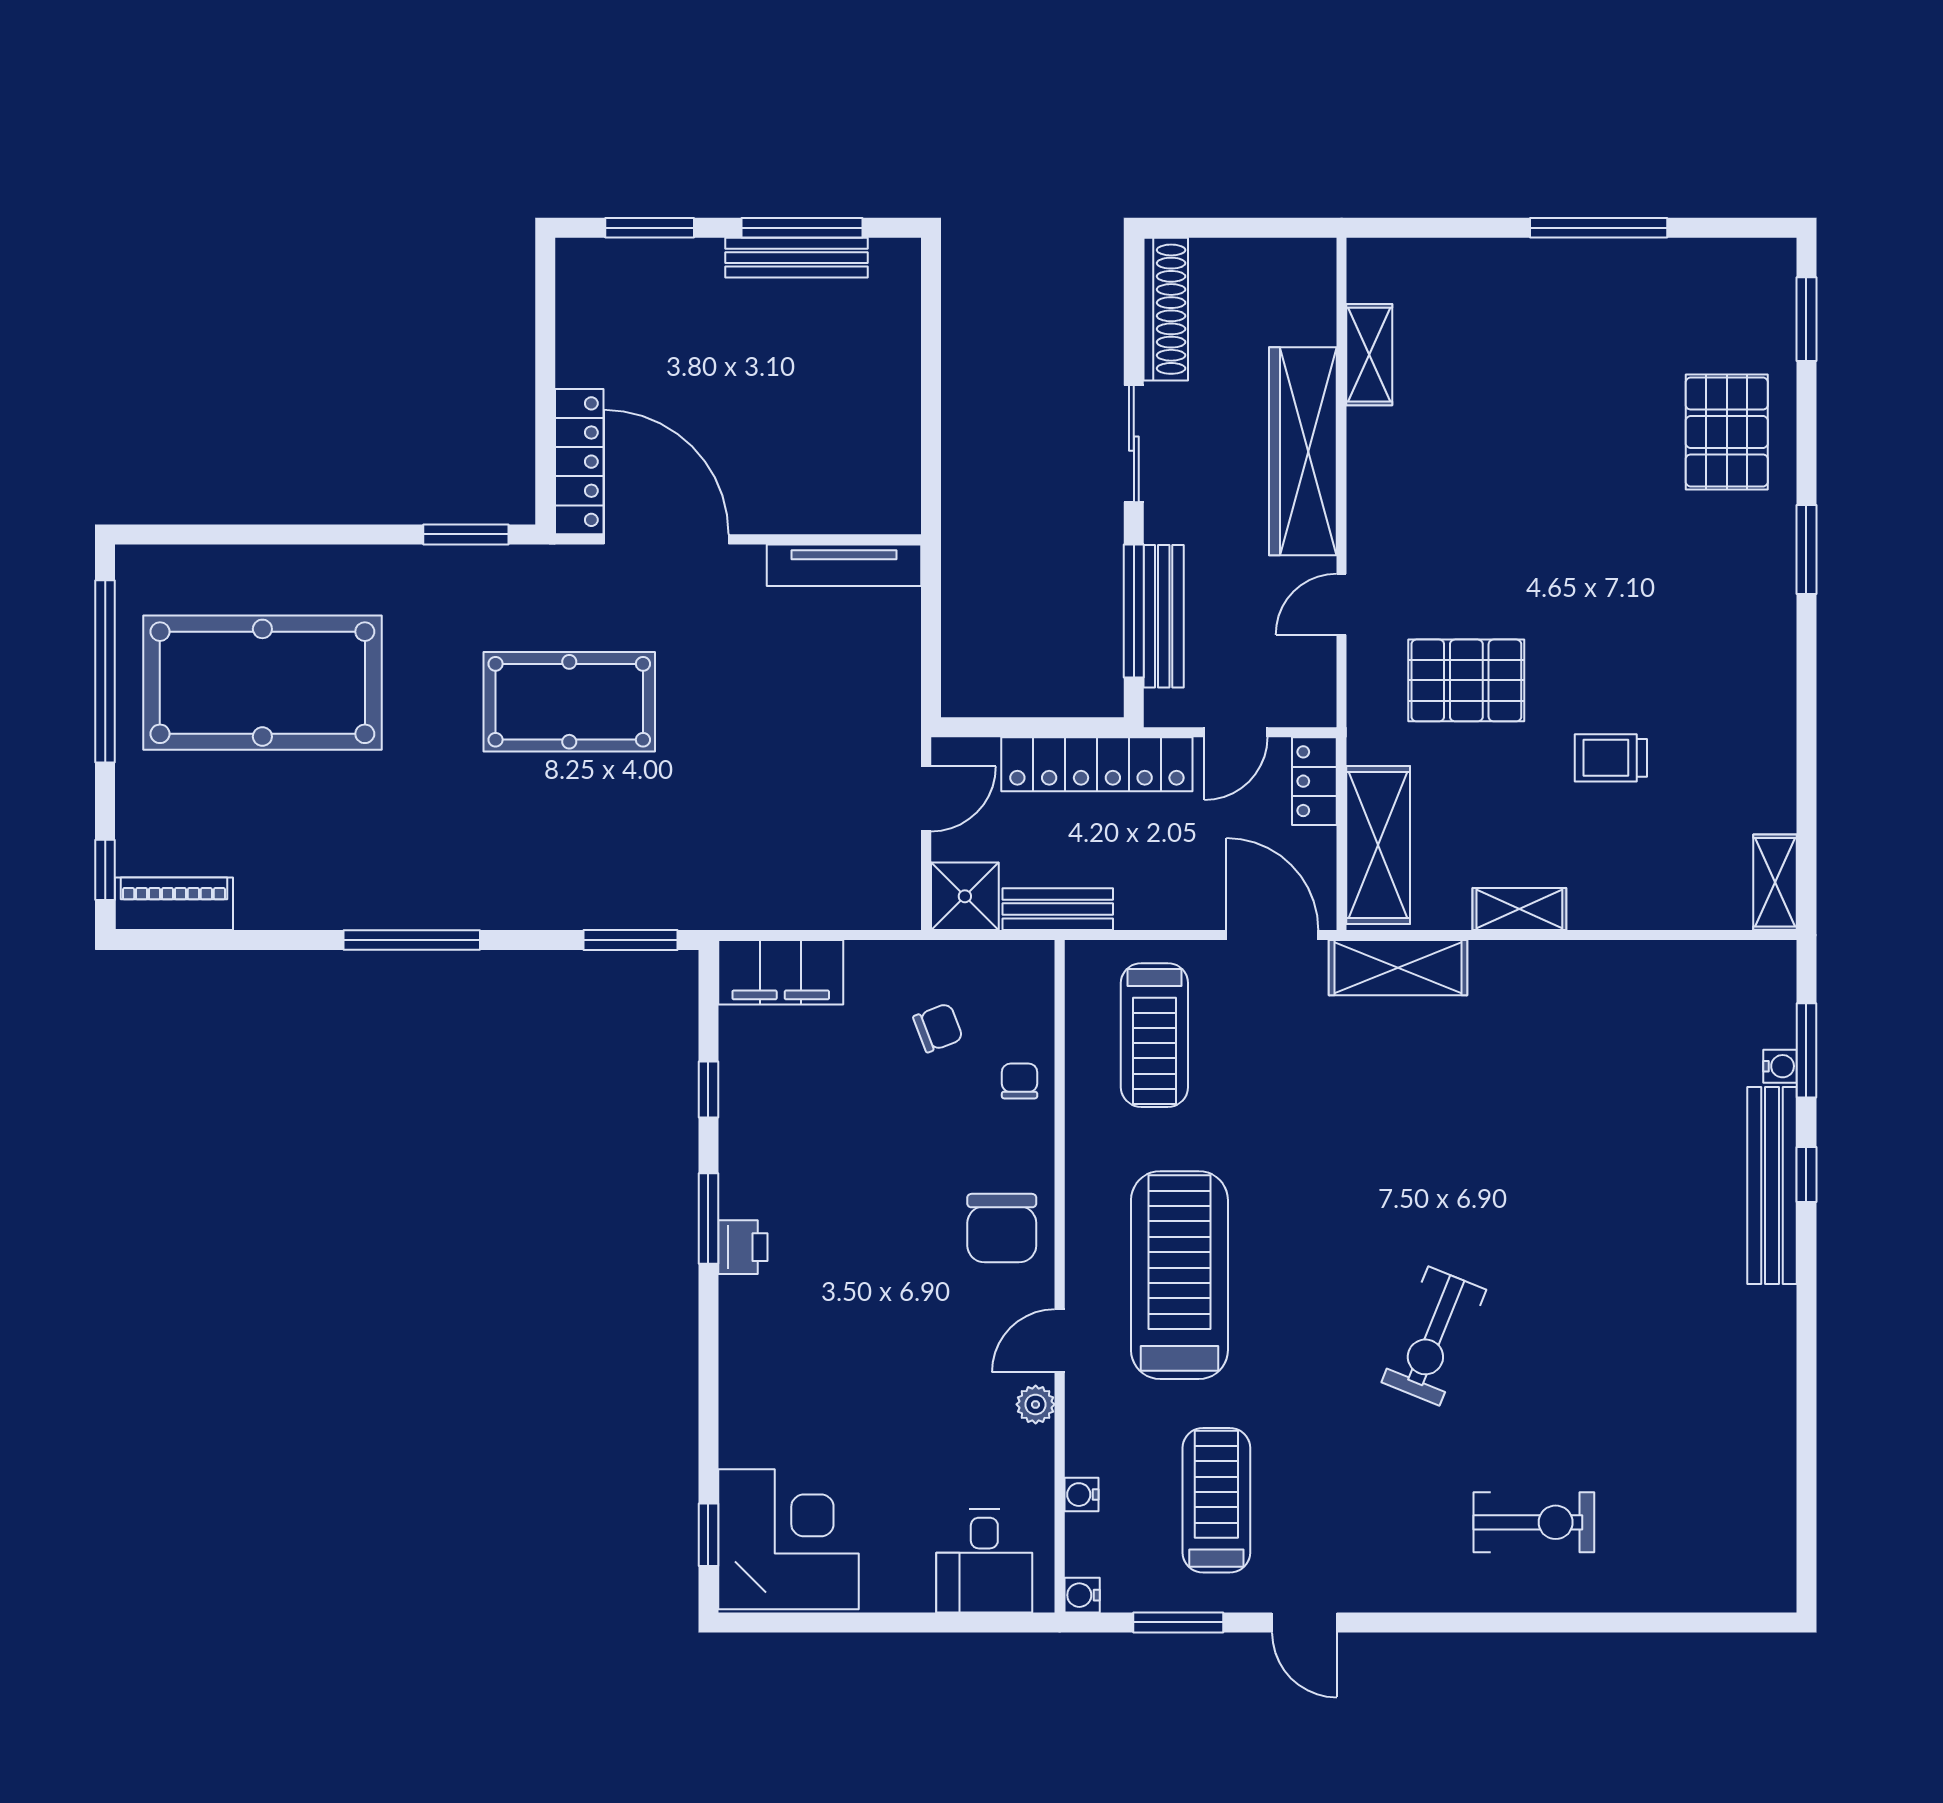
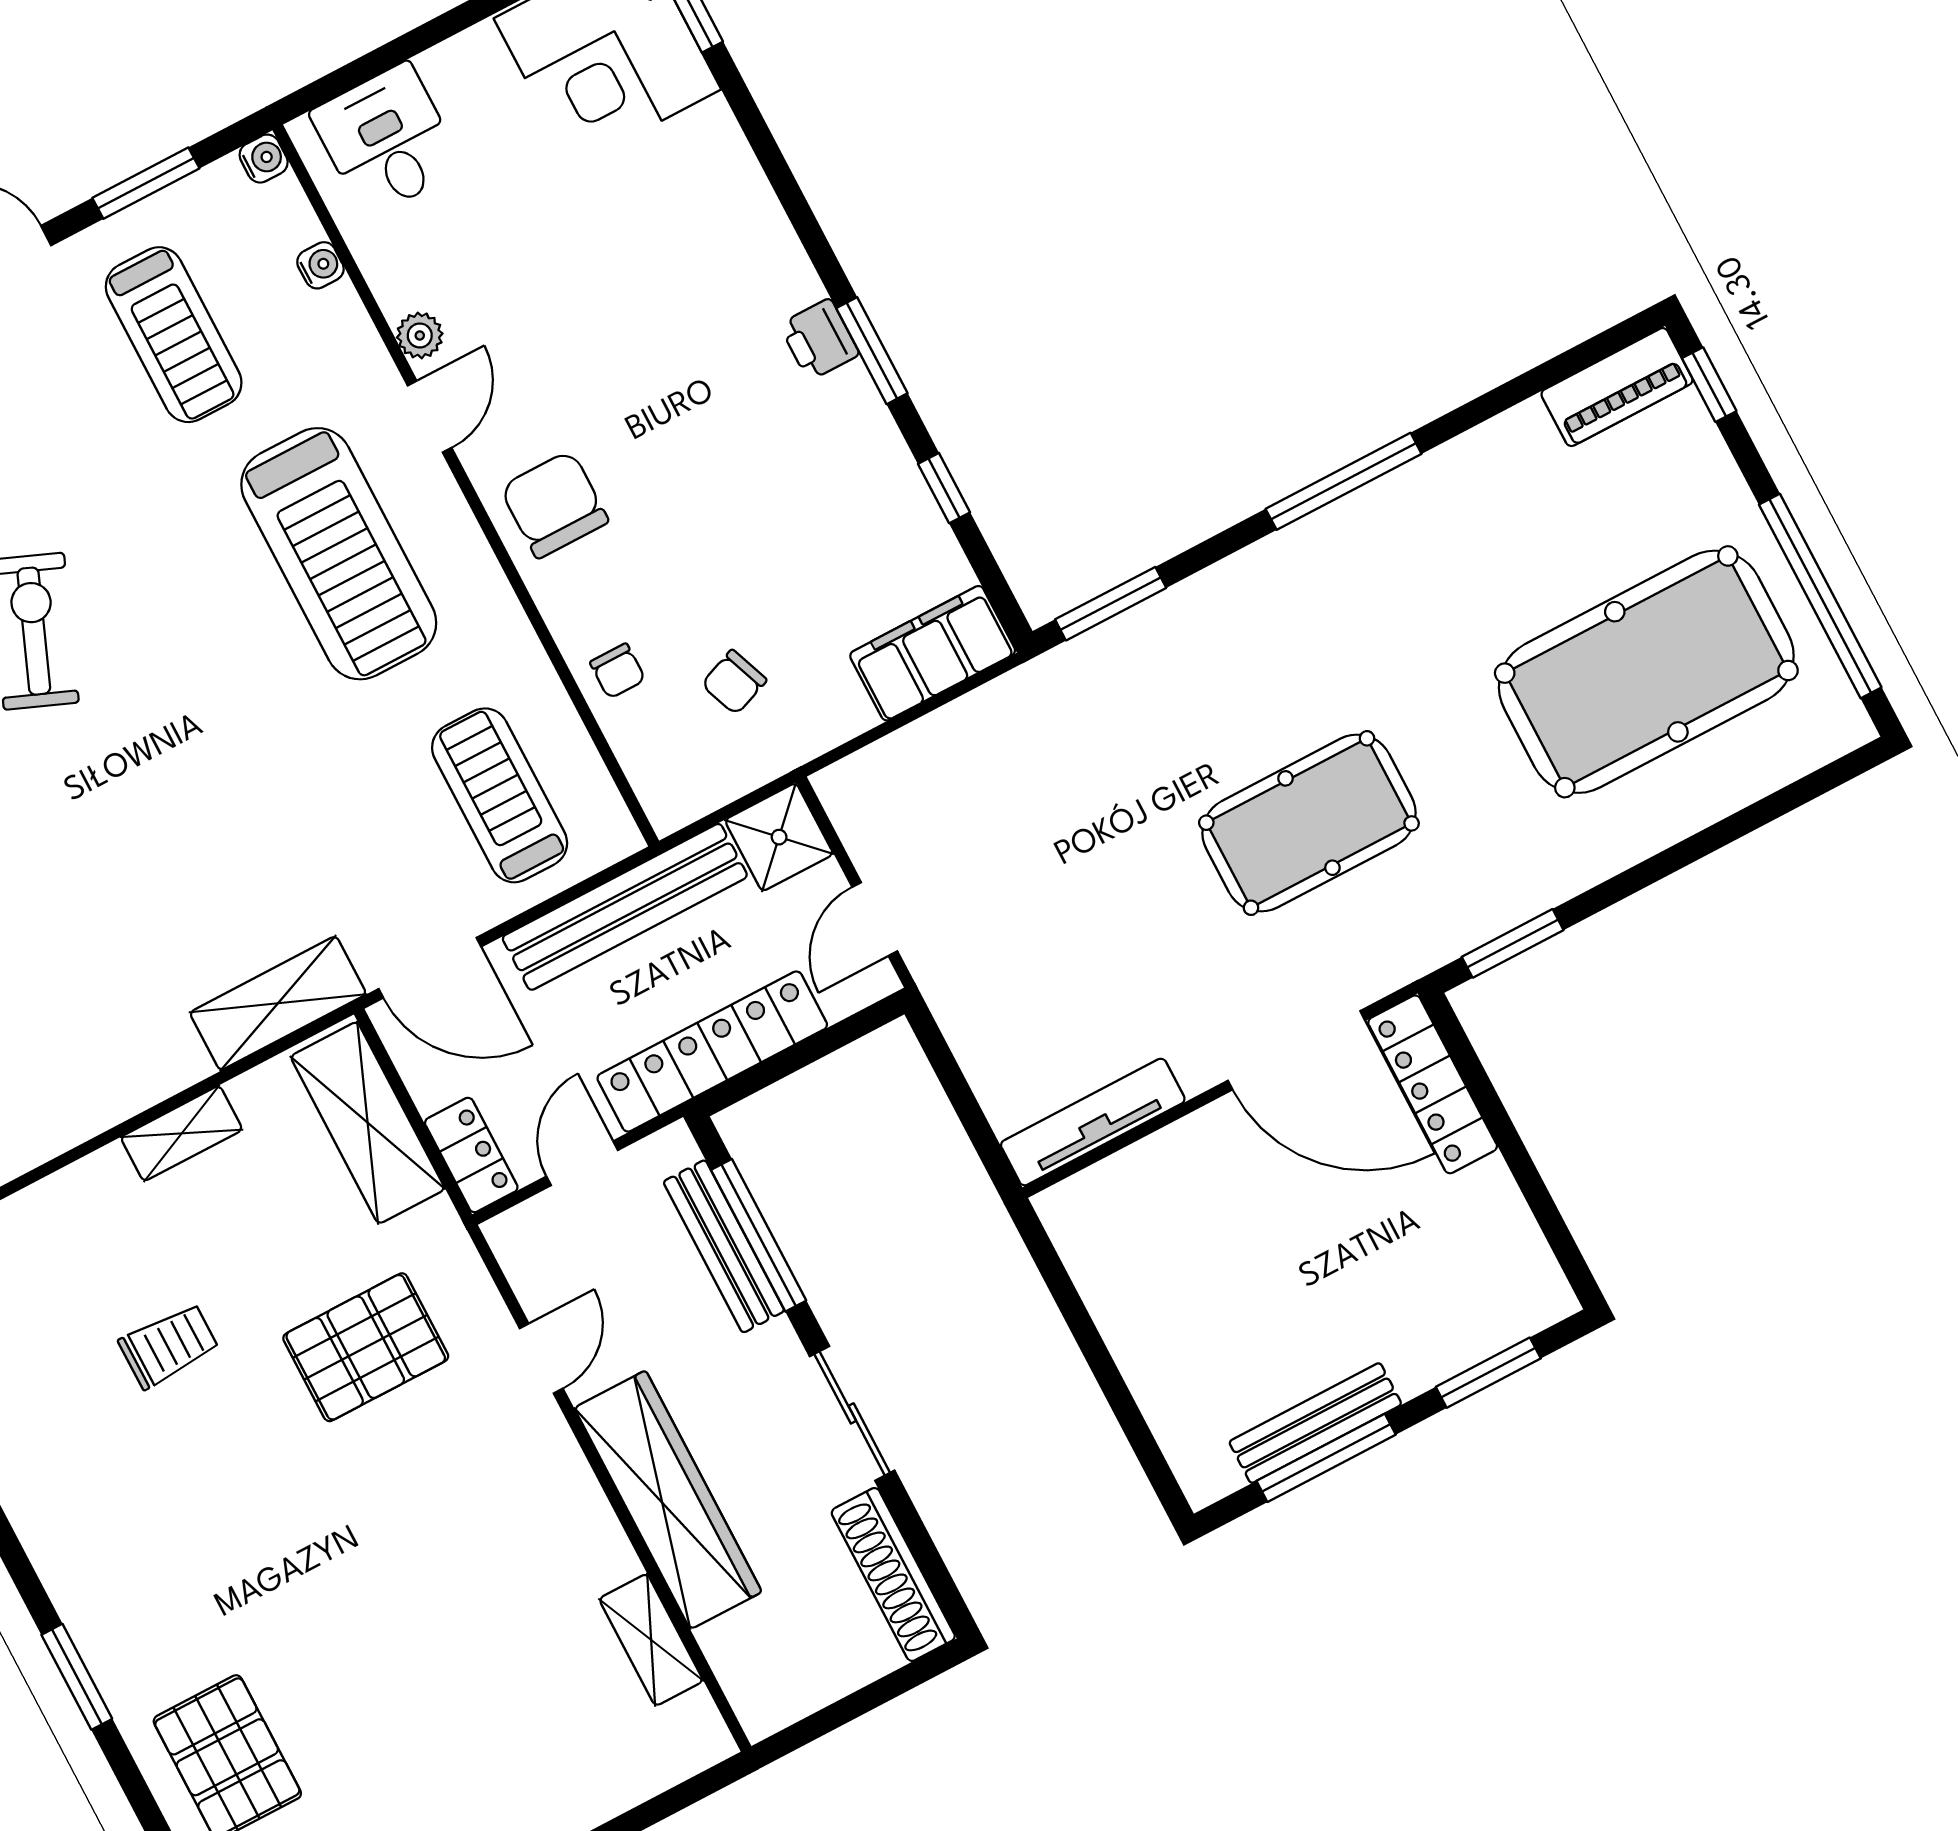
bench: (1058, 909) -> (625, 907), width x1.86, depth x1.21

